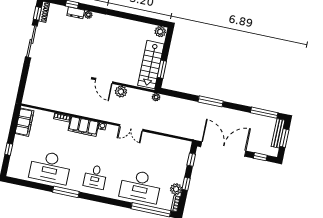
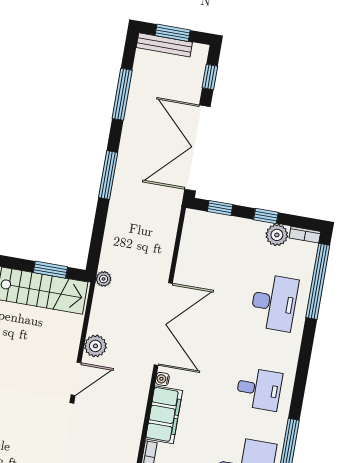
window: (264, 113) -> (122, 94), moved
double door: (131, 128) -> (163, 324), width x1.87
desk: (140, 186) -> (274, 303), width x0.73, depth x0.77

